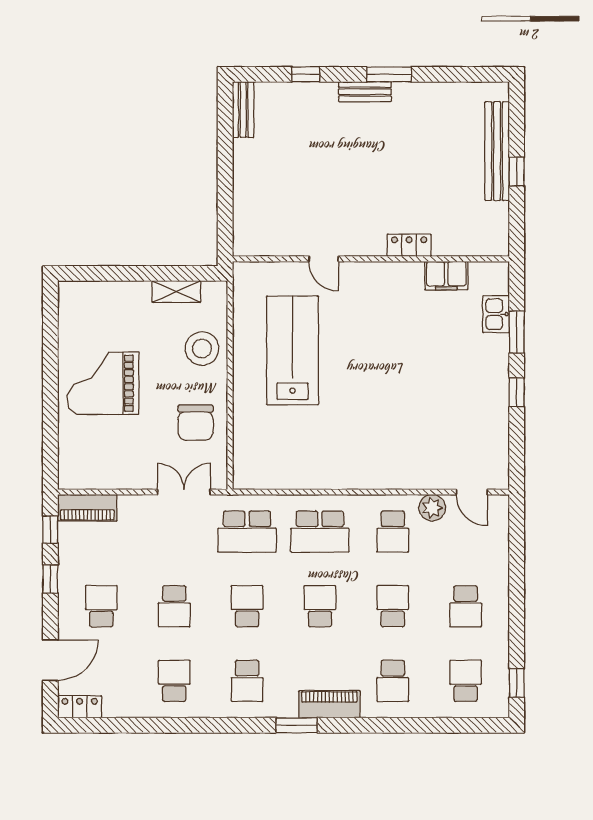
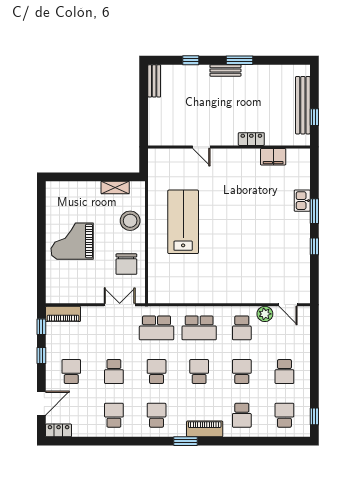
locker: (409, 245) -> (251, 139), moved
door: (324, 259) -> (201, 147), moved
wall: (371, 259) -> (229, 147), moved
filing cabinet: (446, 276) -> (273, 157), moved
school desk: (247, 681) -> (157, 415), turned 180

